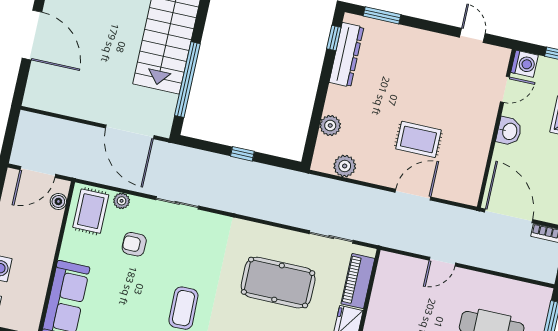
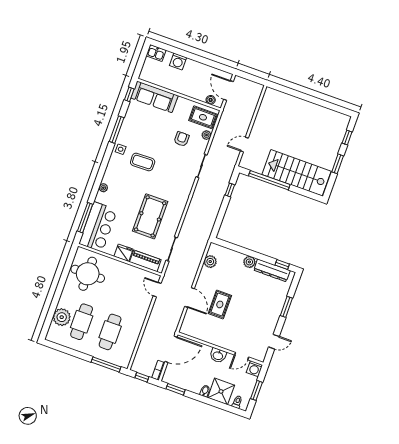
window: (382, 15) -> (286, 307), moved
door: (32, 35) -> (305, 97), removed
door: (505, 89) -> (242, 356), hinge flipped
plant: (330, 125) -> (249, 262), moved
door: (130, 132) -> (244, 144), width x0.53
window: (242, 154) -> (230, 190), moved
door: (442, 262) -> (157, 290), moved

